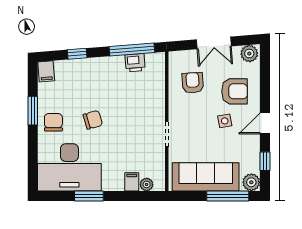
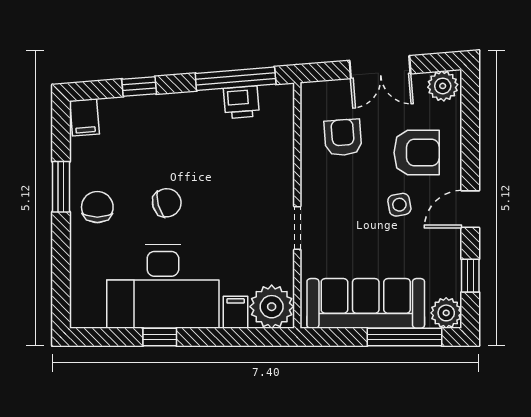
desk: (69, 167) -> (163, 286), moved
plant: (147, 184) -> (272, 307), width x1.87, depth x1.87
window: (89, 196) -> (160, 337), width x0.67

